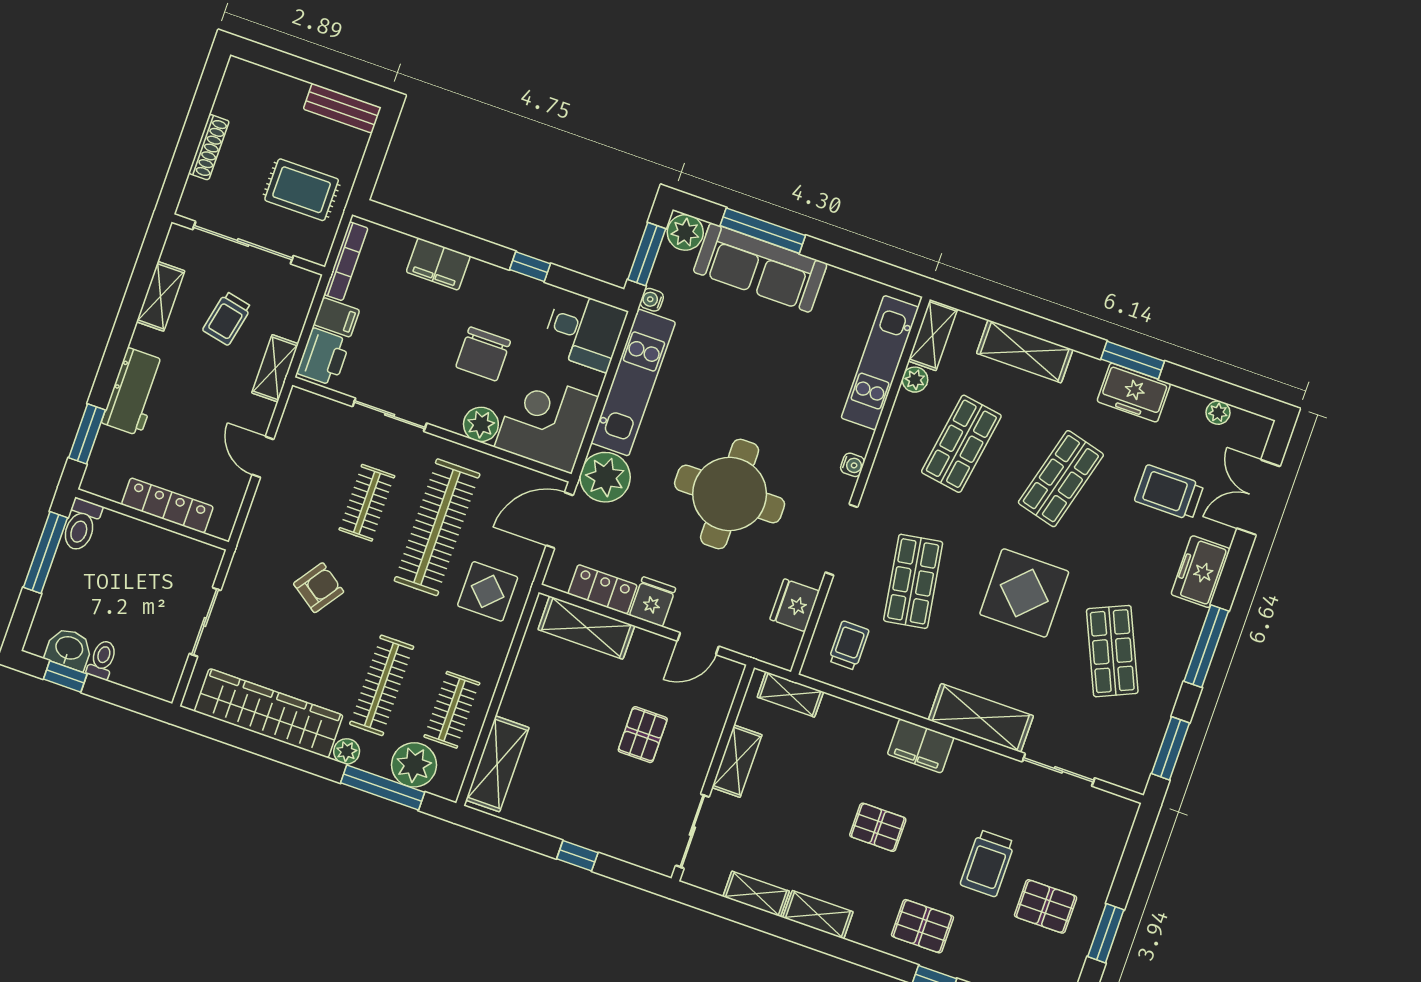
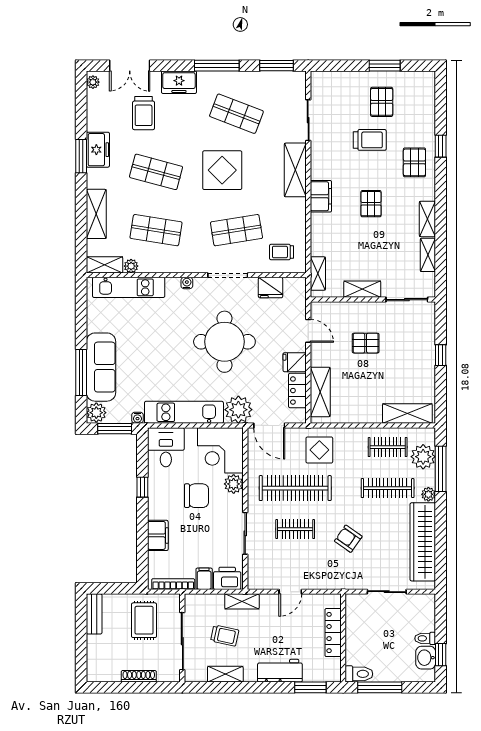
plant: (1218, 413) -> (93, 82), moved
shop shelf: (1112, 651) -> (236, 114), turned 45

